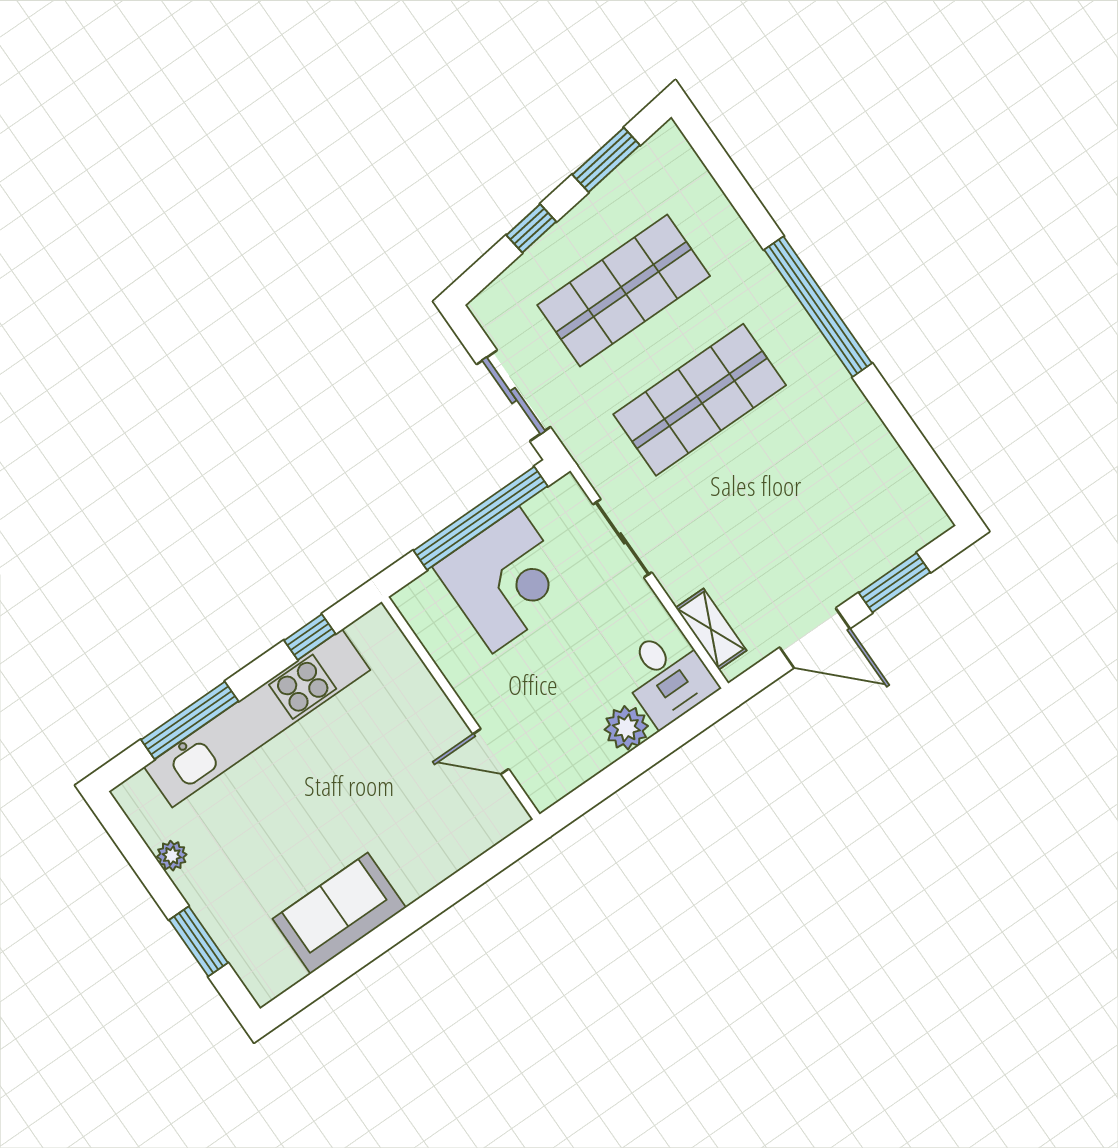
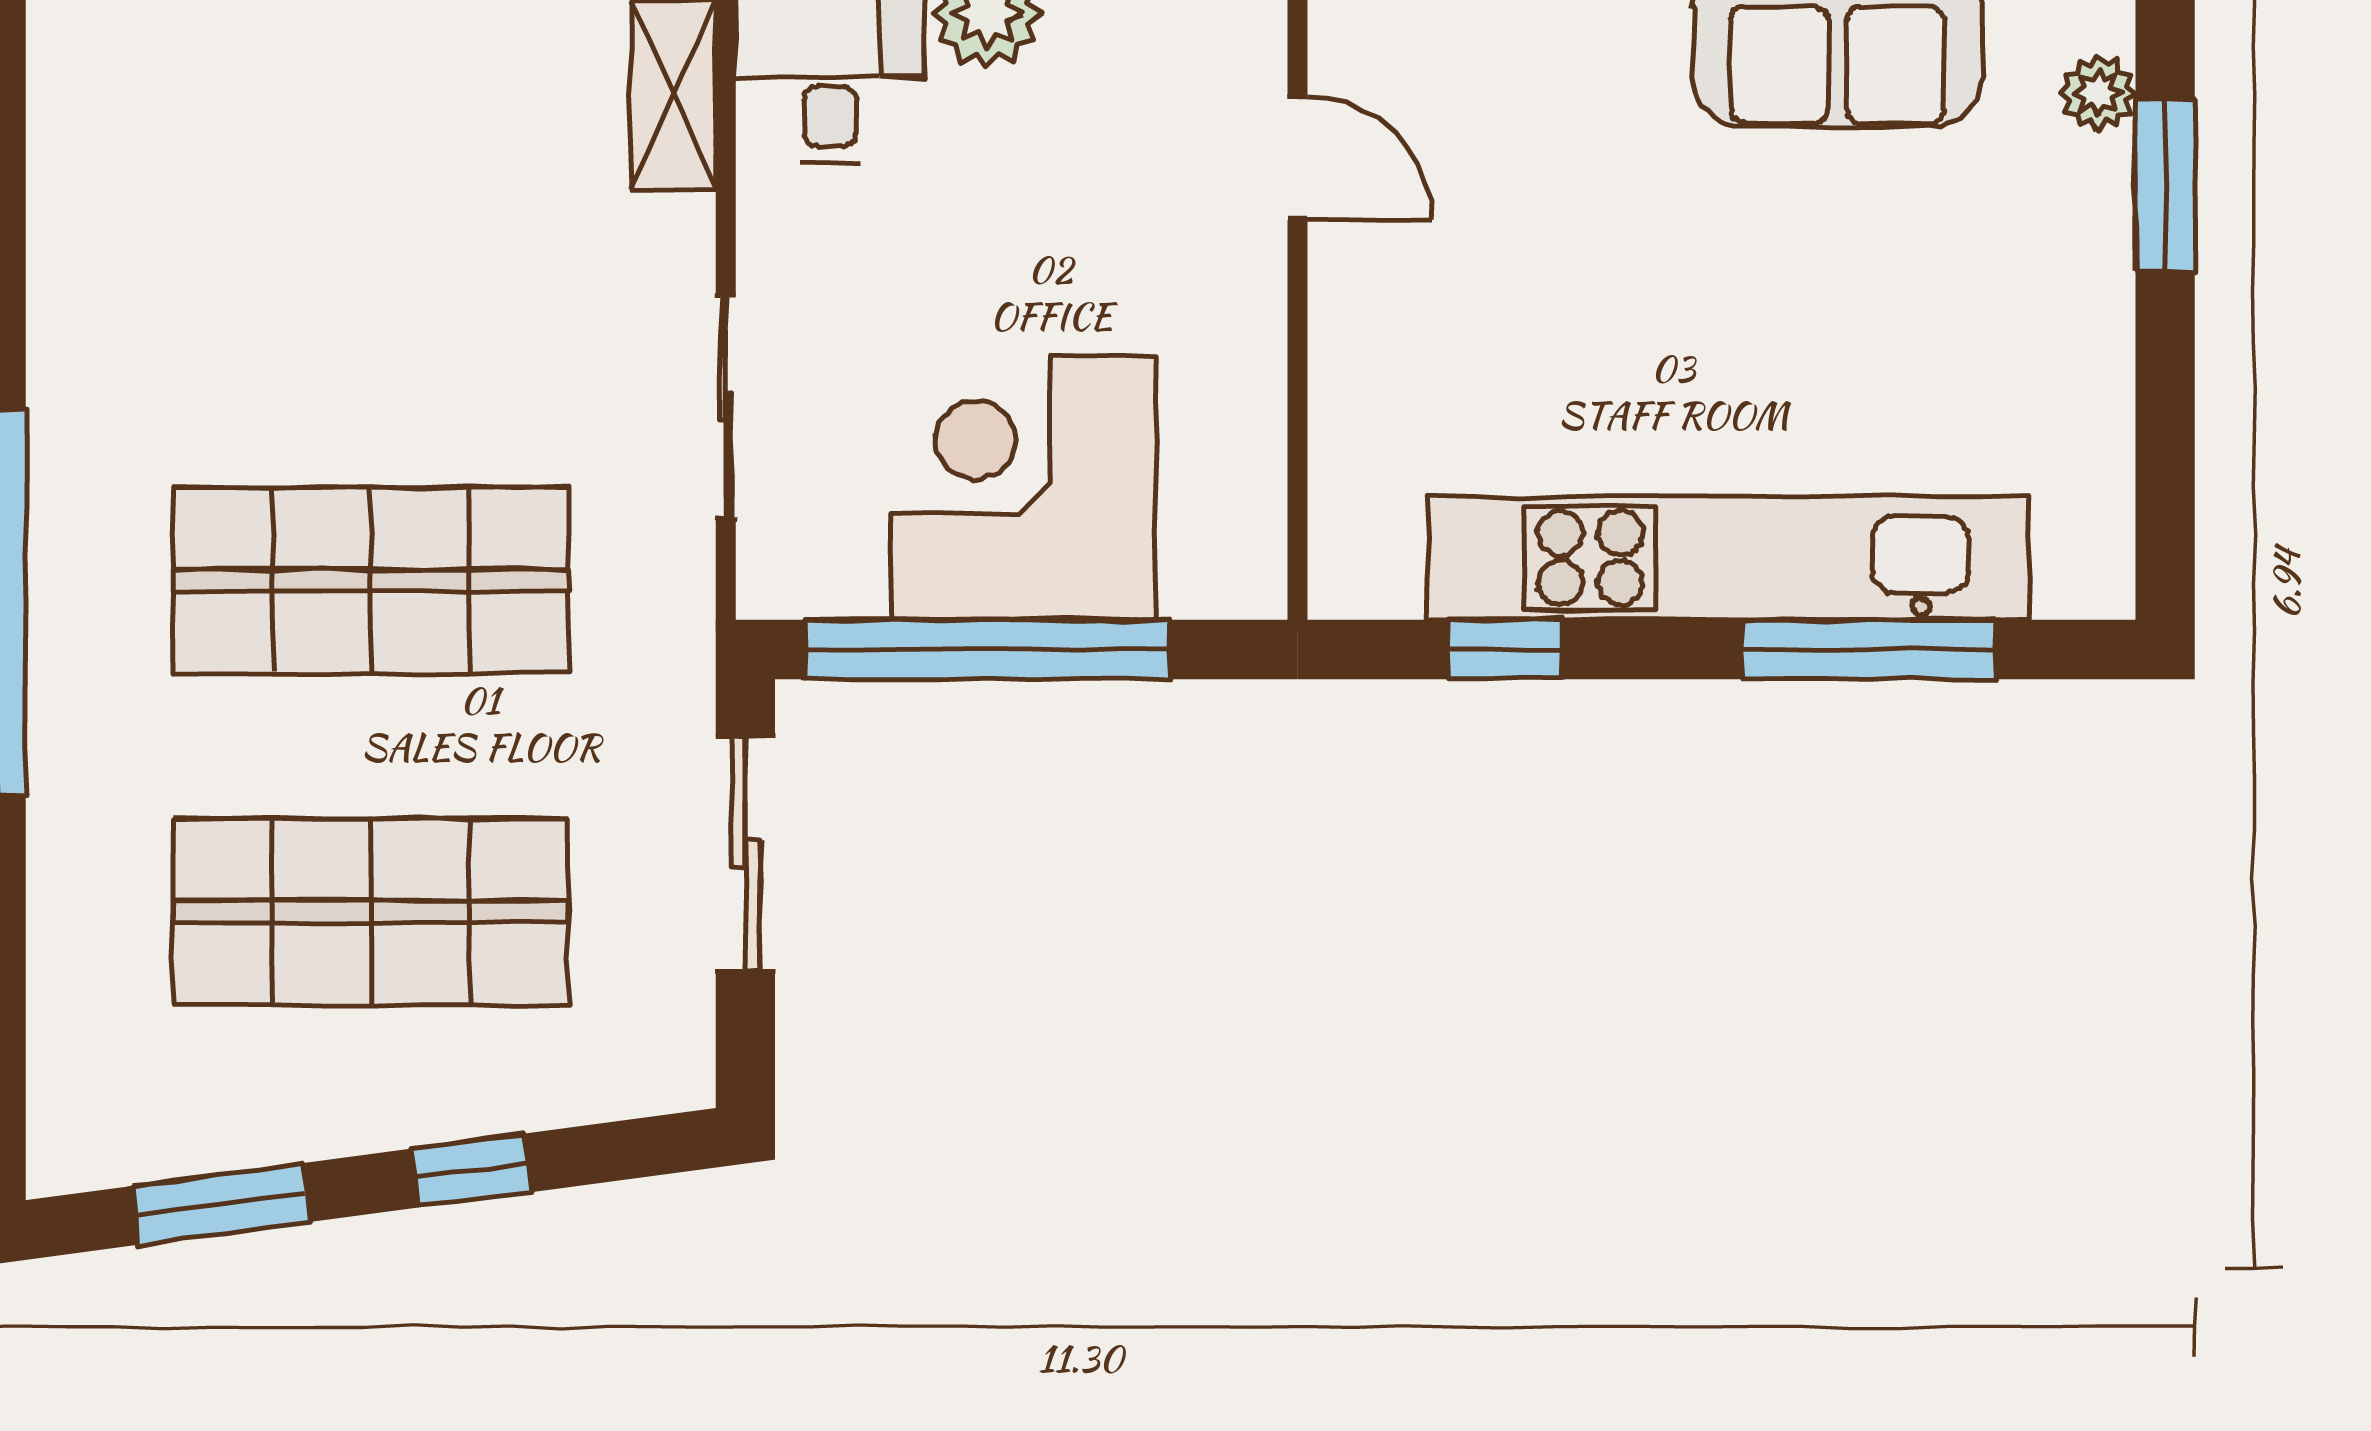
plant: (172, 856) -> (2098, 93), moved

